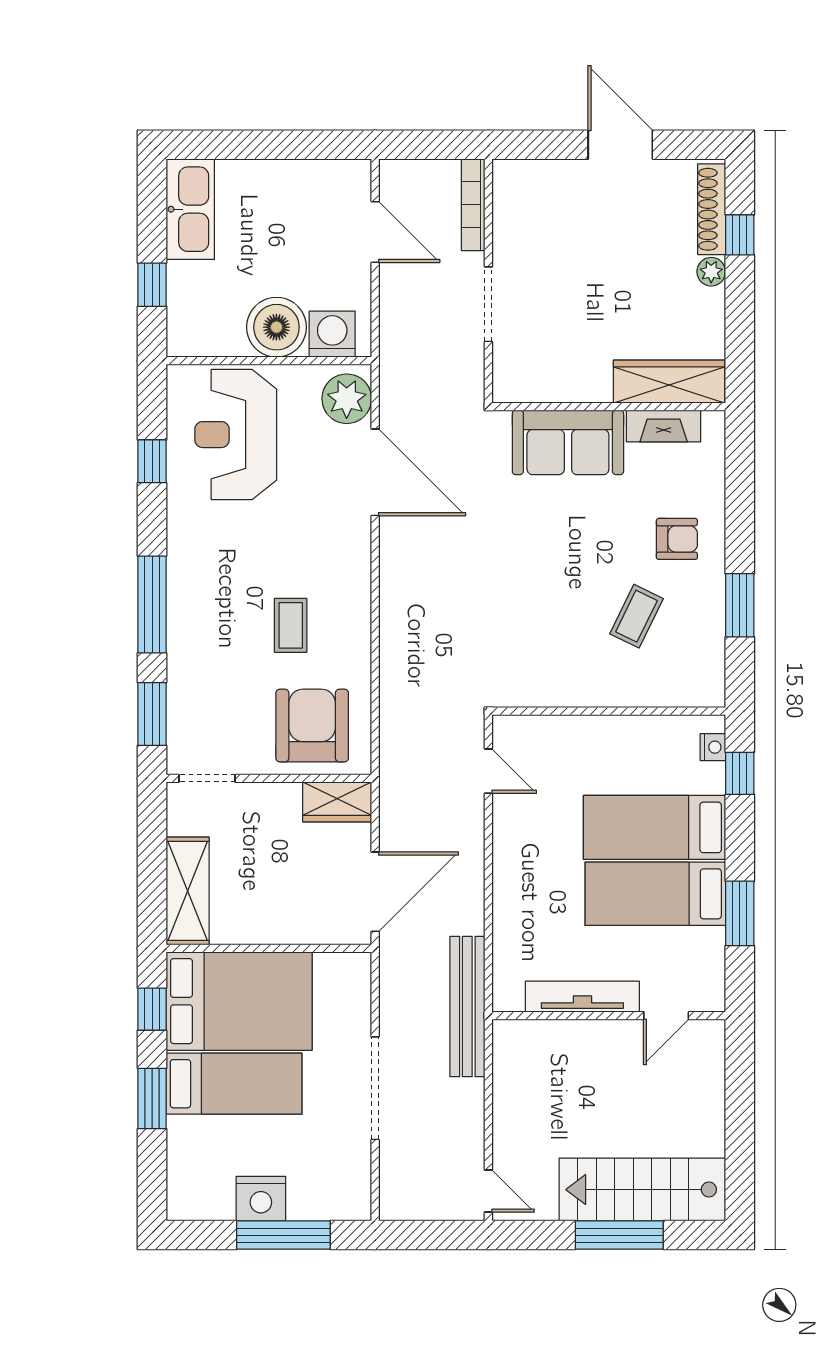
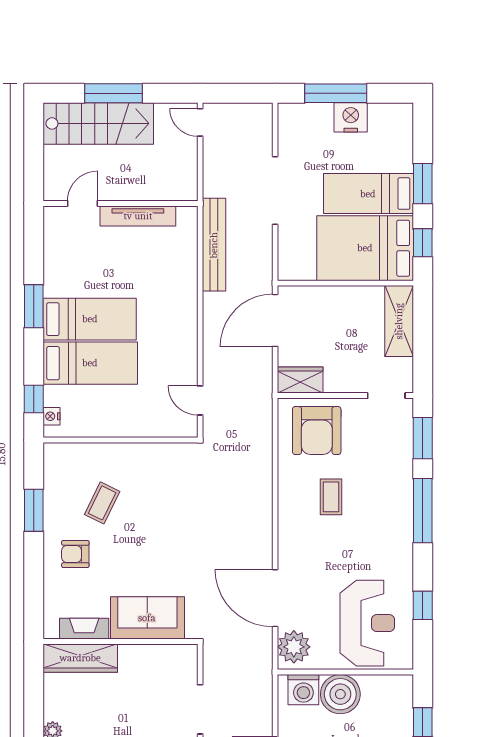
tv unit: (582, 997) -> (138, 216), moved
wall: (609, 1016) -> (120, 203), moved
door: (666, 1016) -> (83, 203), moved

